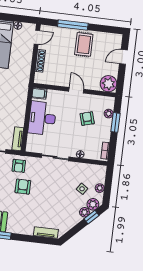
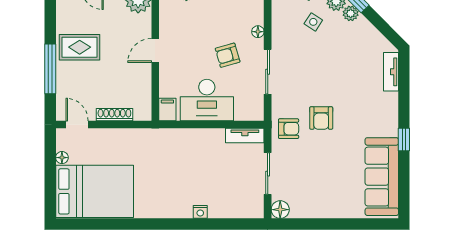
armchair: (87, 119) -> (228, 55), moved
armchair: (23, 187) -> (321, 118), turned -90

